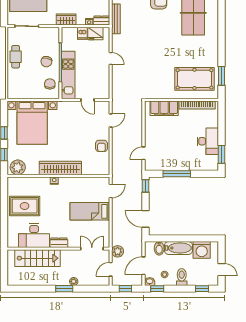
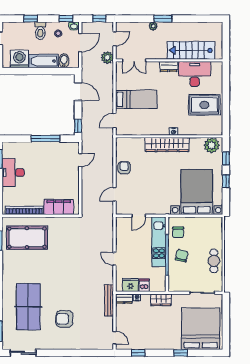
door: (88, 100) -> (139, 216), swing flipped
window: (202, 289) -> (31, 19), moved

